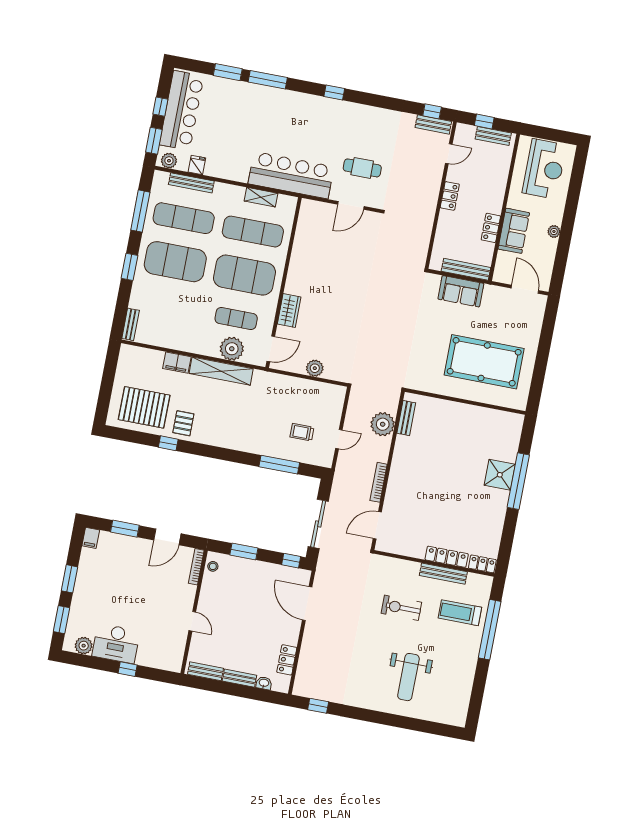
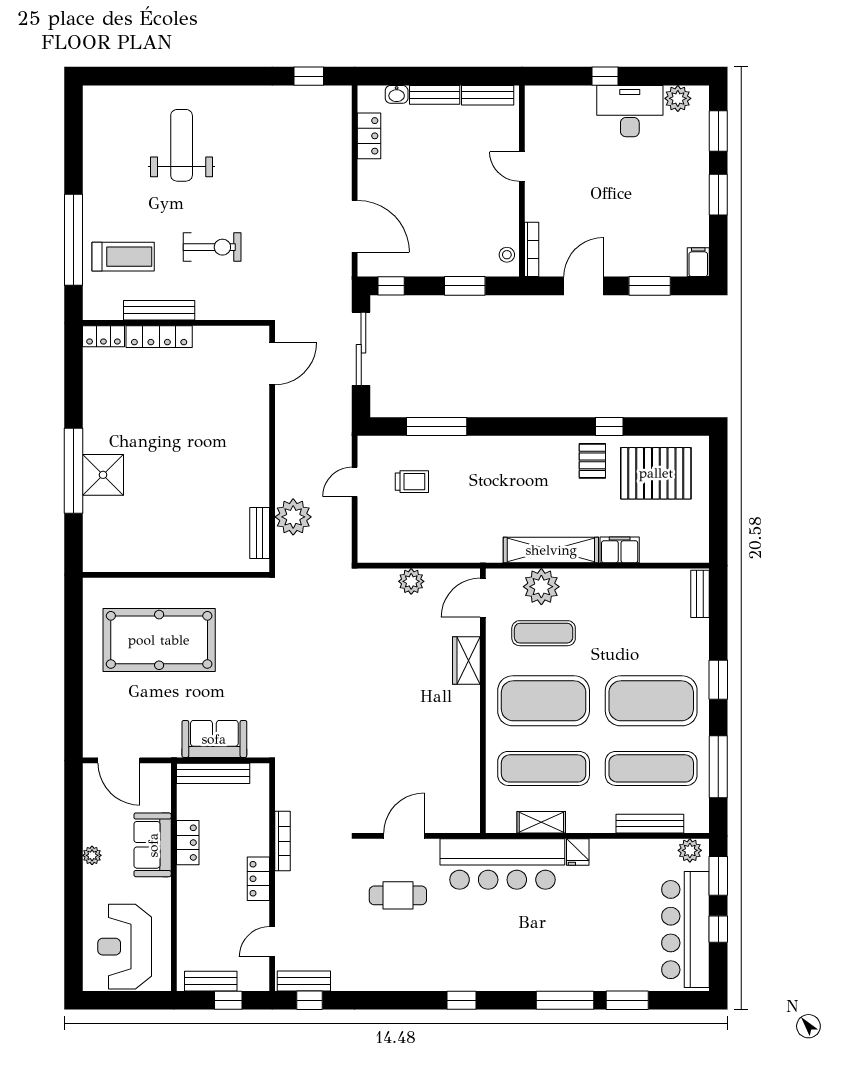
fridge: (197, 165) -> (578, 852), moved
bookcase: (379, 482) -> (283, 841), moved

